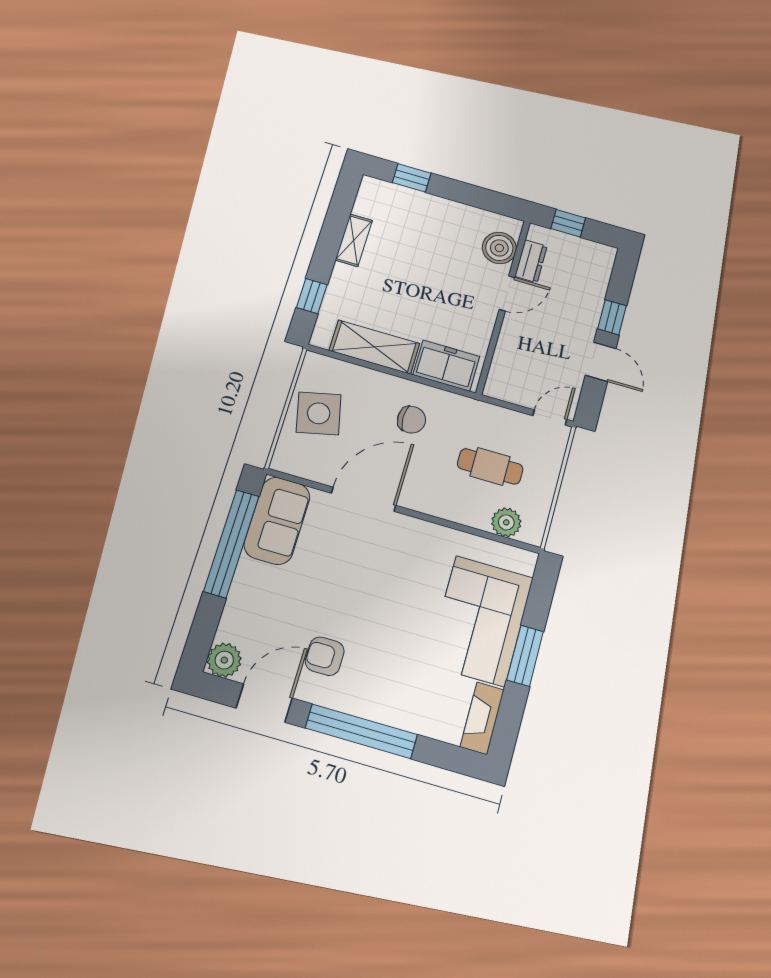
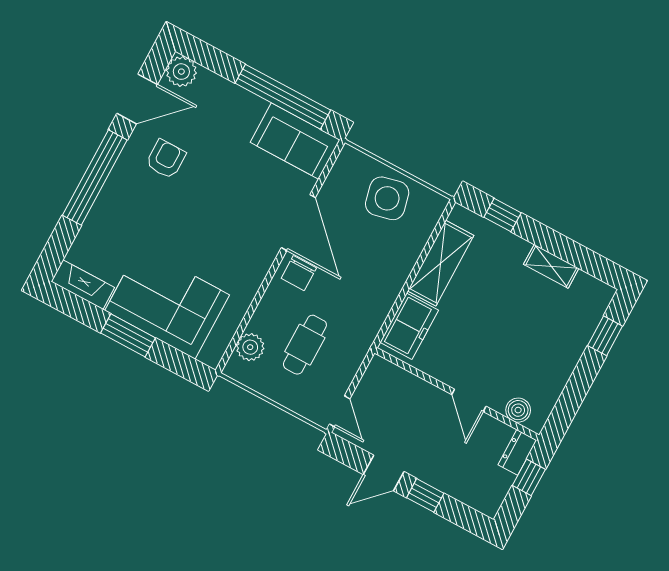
boiler: (499, 248) -> (518, 410), width x0.73, depth x0.73
dresser: (531, 261) -> (517, 452), moved, turned 90
chair: (411, 420) -> (299, 273), moved
door: (264, 703) -> (137, 99), hinge flipped

